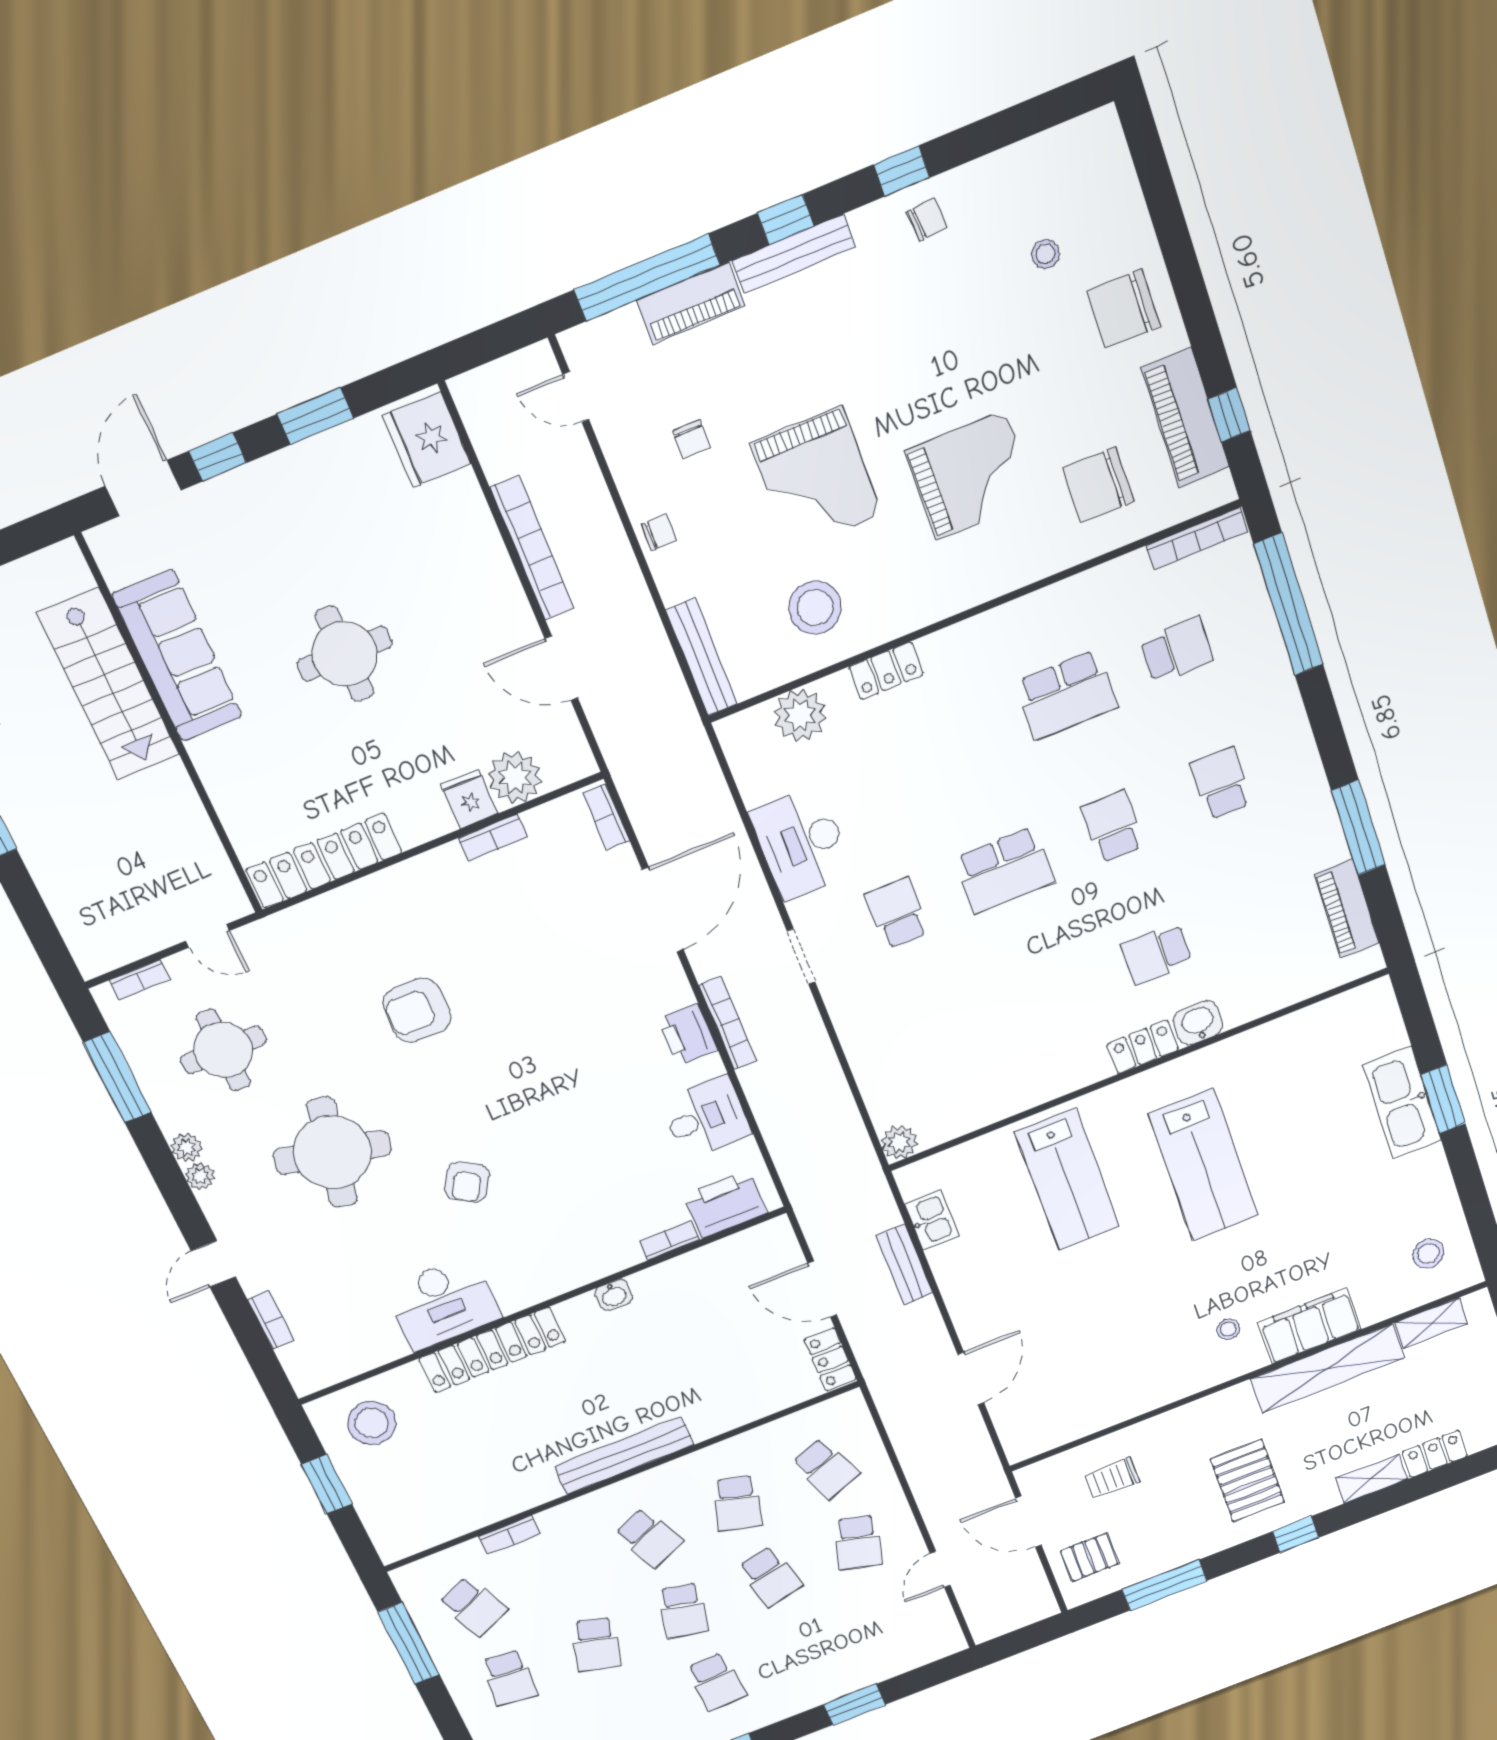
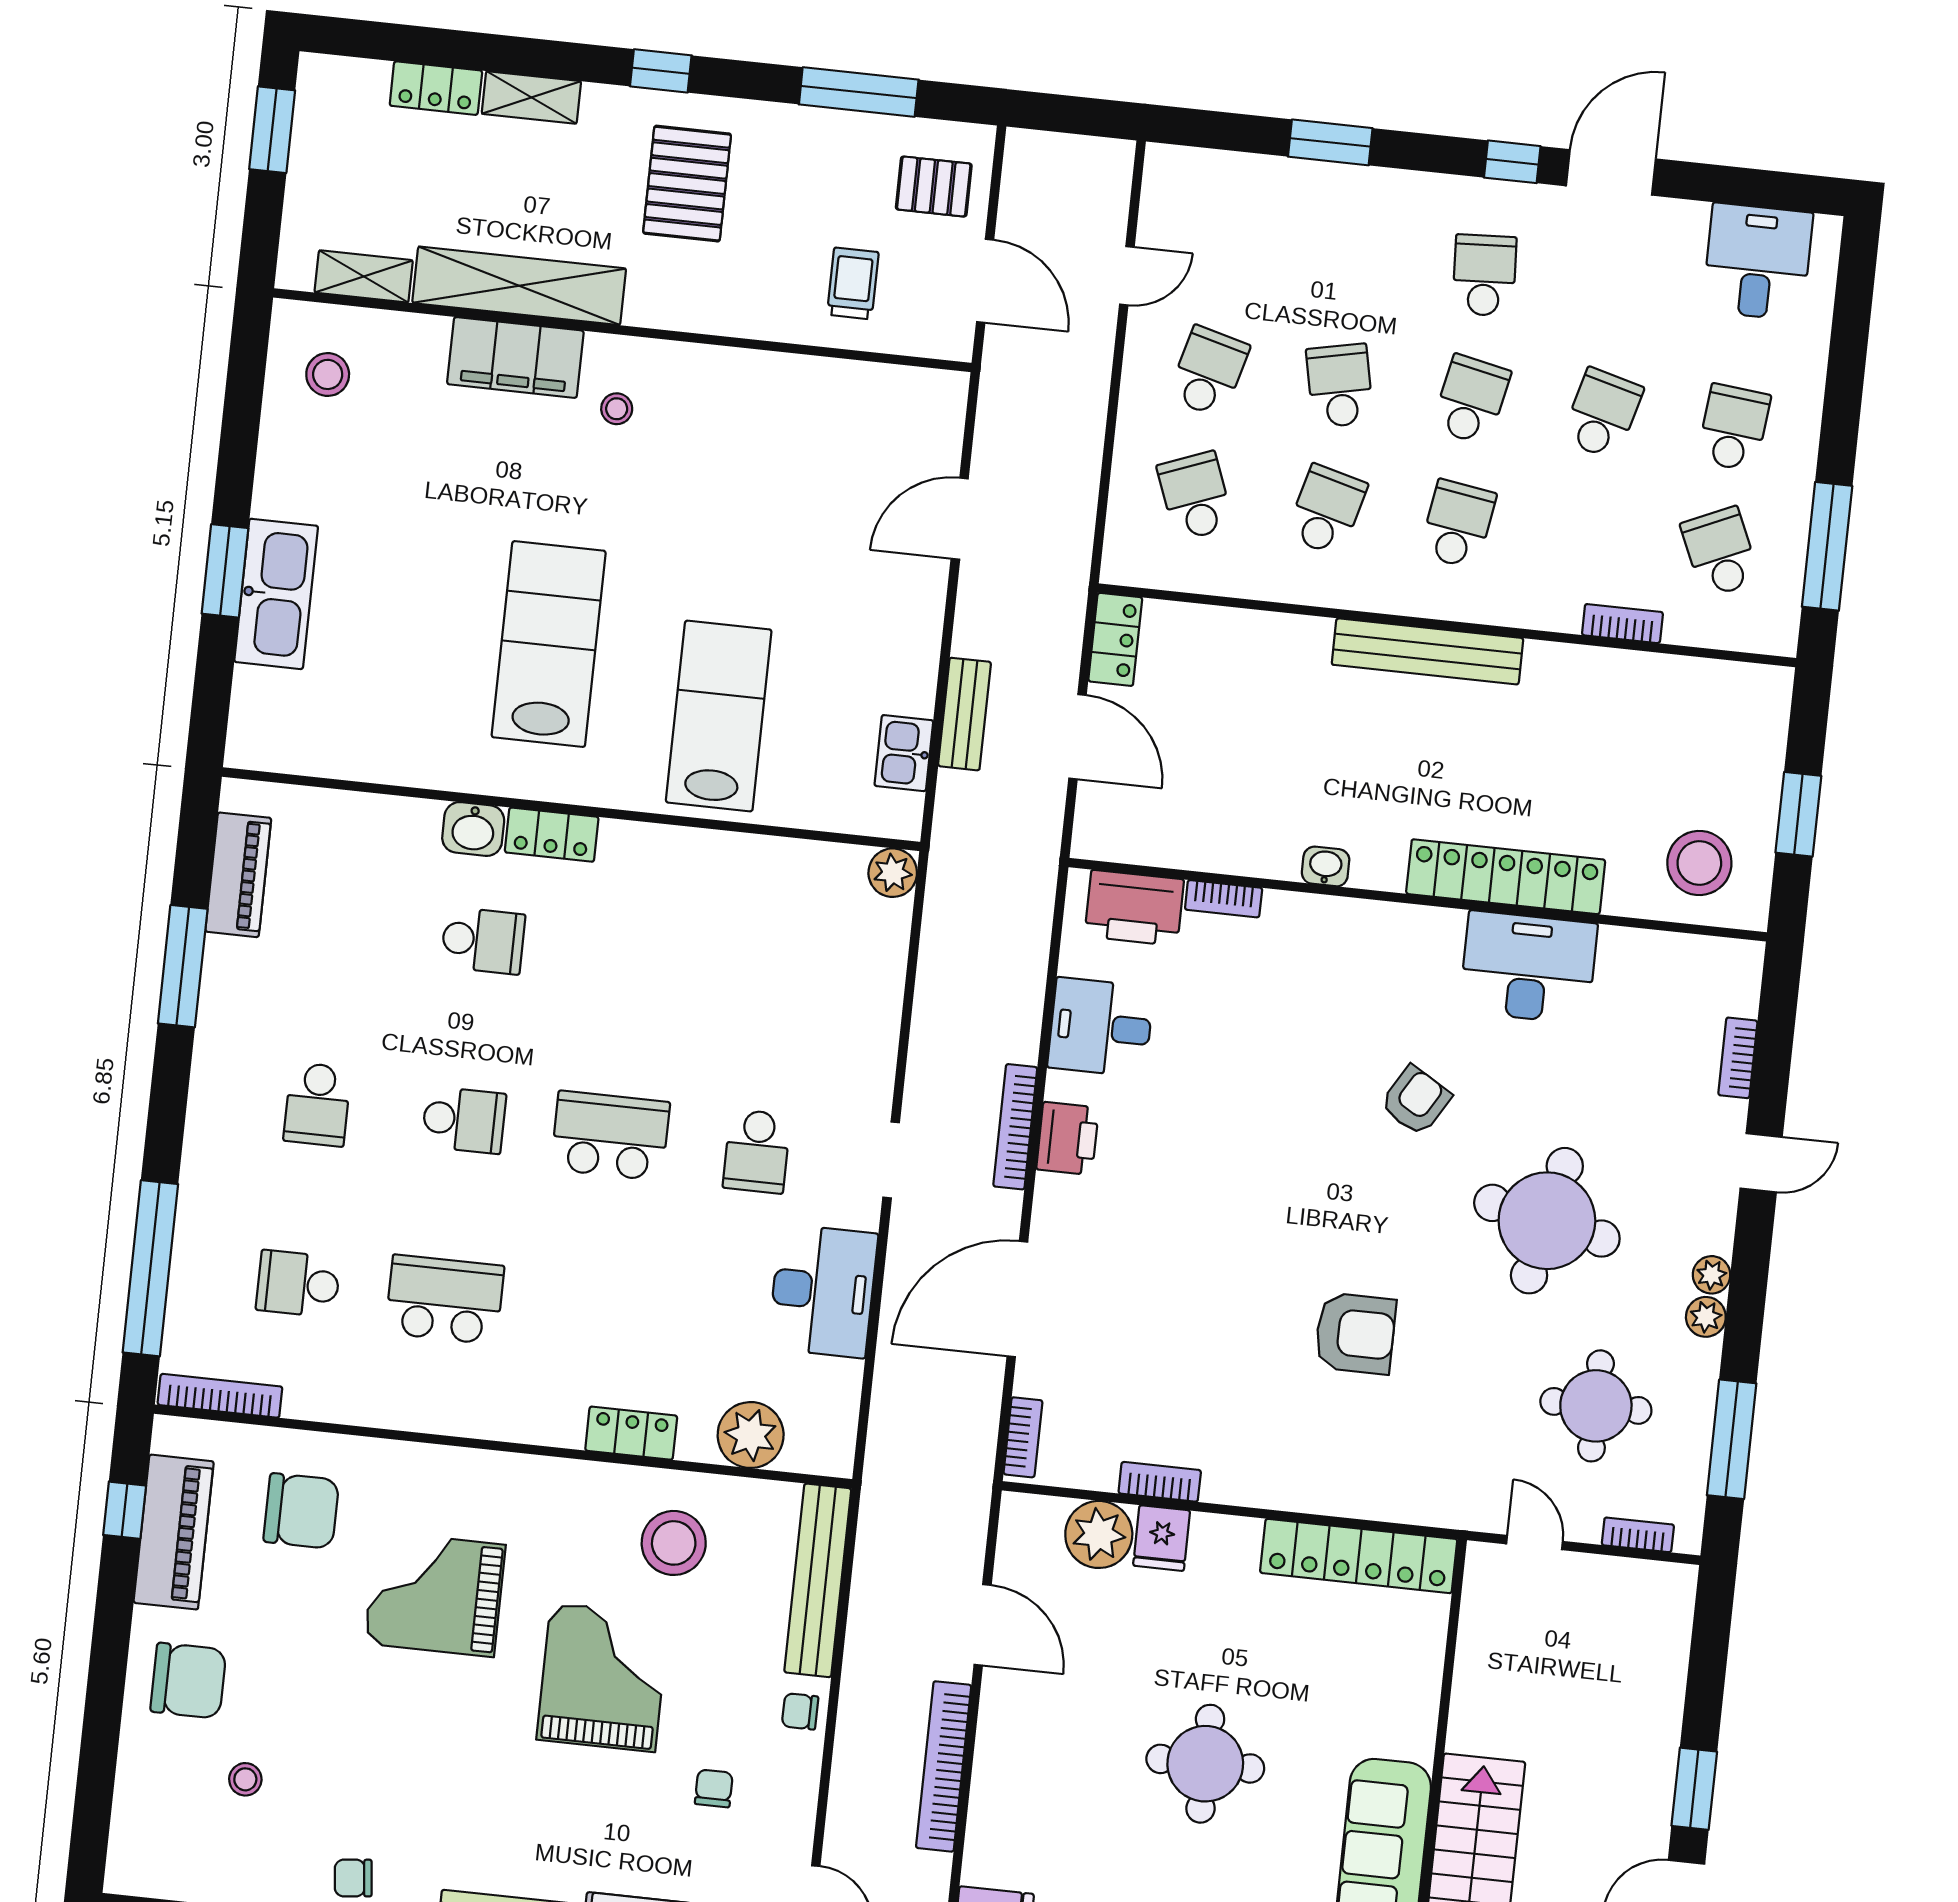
bench: (702, 657) -> (818, 1580), width x1.37, depth x1.21
school desk: (1112, 827) -> (464, 1120), turned -90
trolley: (1112, 1478) -> (853, 283), turned -90
school desk: (649, 1538) -> (1458, 524), turned 33

